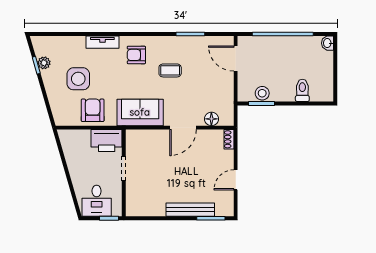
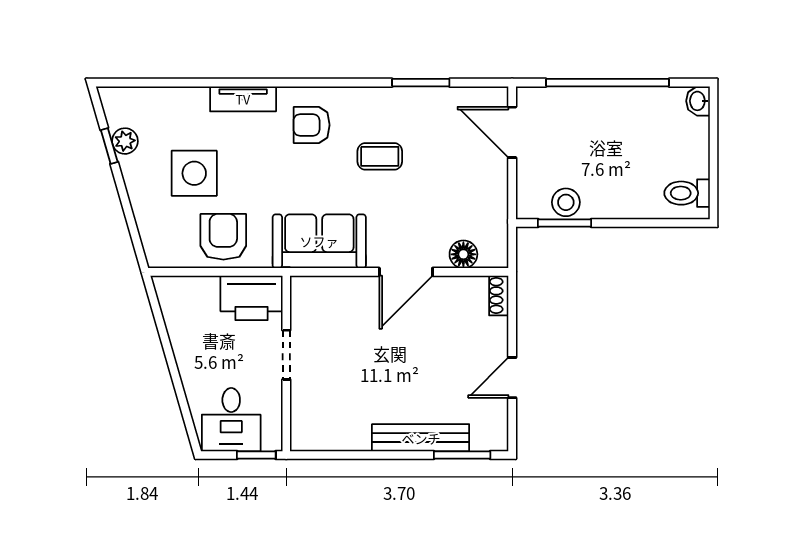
toilet: (302, 90) -> (687, 193), moved, turned -90

